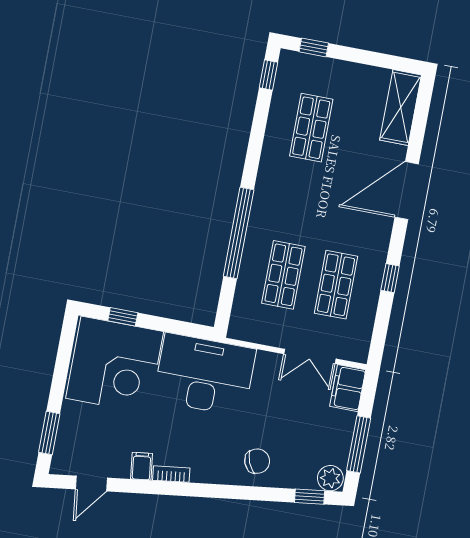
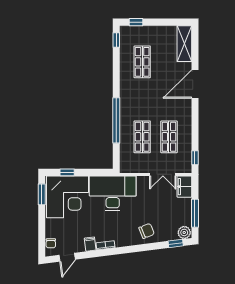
window: (390, 278) -> (195, 158), moved
window: (49, 433) -> (42, 194), moved
chair: (65, 450) -> (51, 243), added

